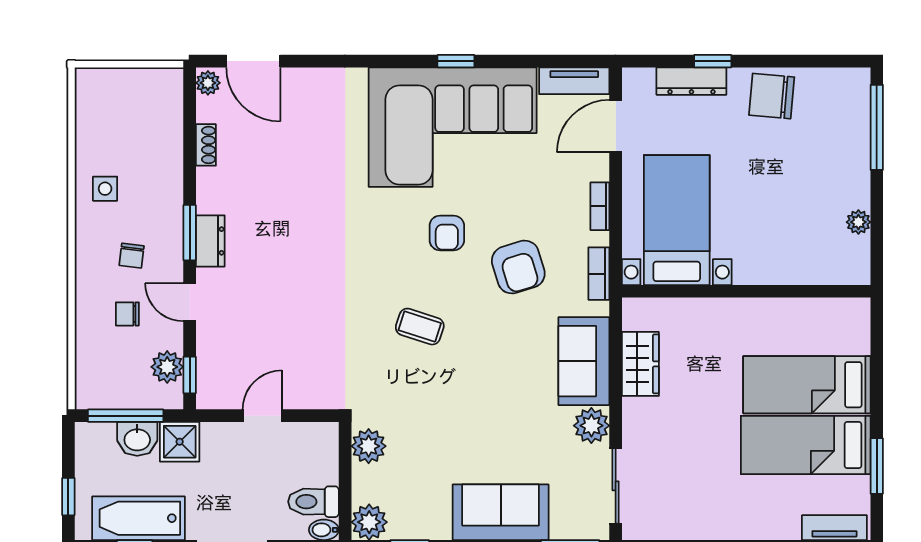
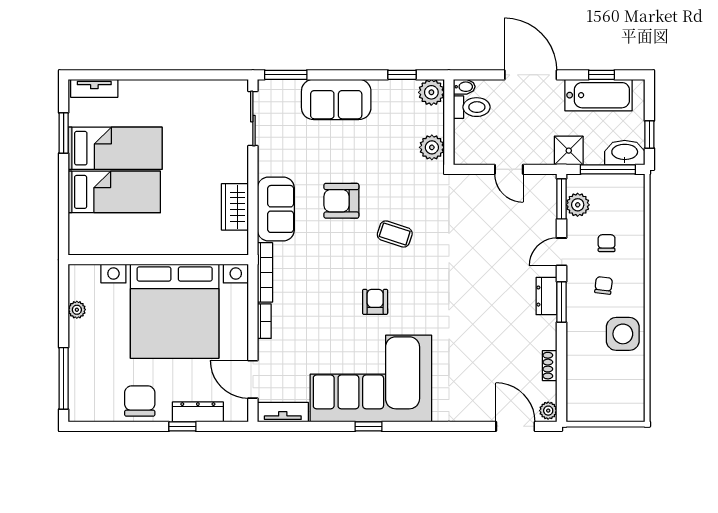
chair: (772, 96) -> (140, 401), turned -95
door: (616, 126) -> (253, 379), swing flipped
side table: (105, 189) -> (623, 334), width x1.87, depth x1.87
bed with nightstands: (677, 220) -> (175, 311), width x1.85
armchair: (518, 267) -> (341, 201), moved, turned -73
bookcase: (599, 274) -> (265, 272), width x1.56
door: (190, 302) -> (562, 252), swing flipped
chair: (127, 314) -> (607, 243), turned -90
window: (190, 375) -> (562, 199), width x1.50
door: (262, 416) -> (509, 169), hinge flipped
plant: (591, 426) -> (270, 162), removed
washbasin: (137, 439) -> (625, 153), moved, width x1.38
window: (68, 497) -> (649, 134), moved

